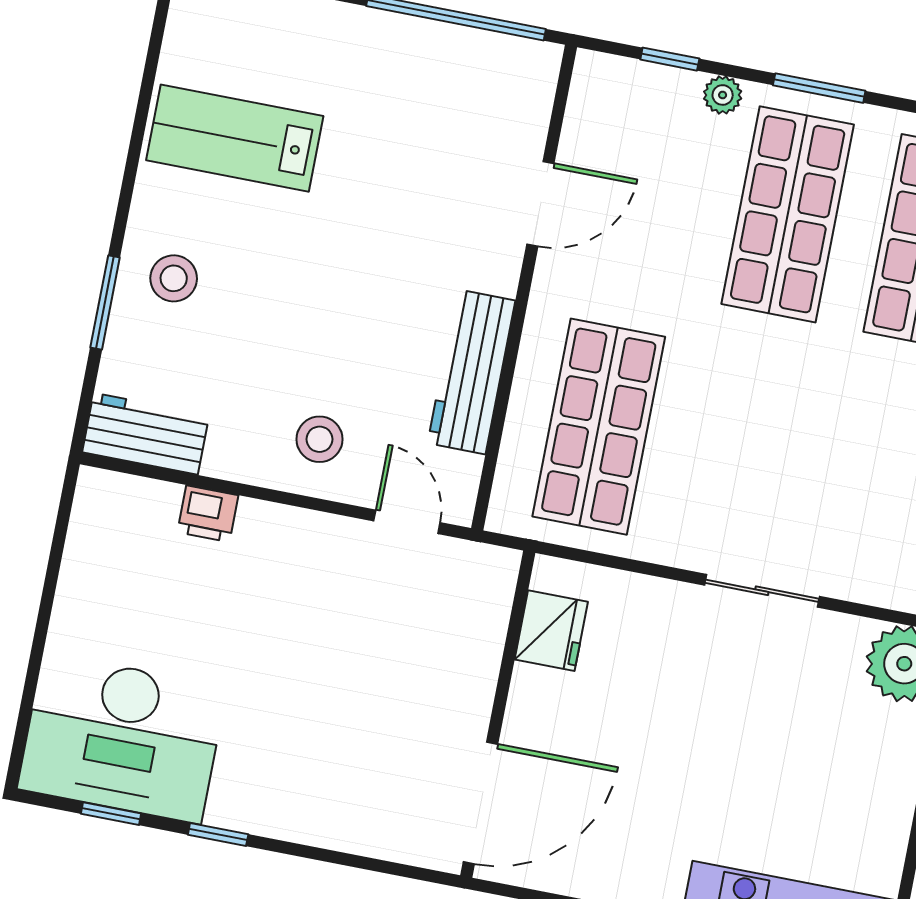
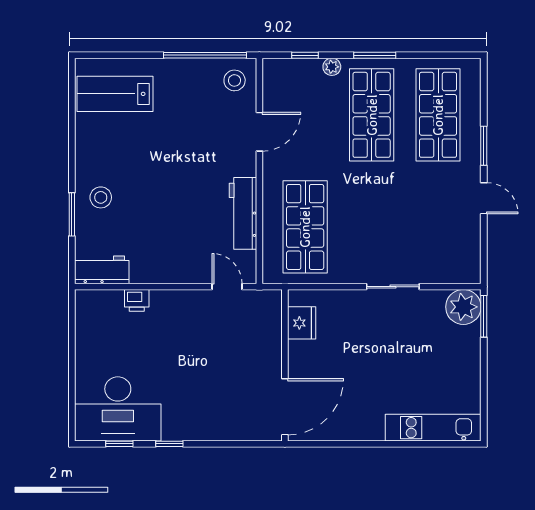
lab bench: (235, 138) -> (115, 94), moved
stool: (320, 439) -> (235, 80), moved

